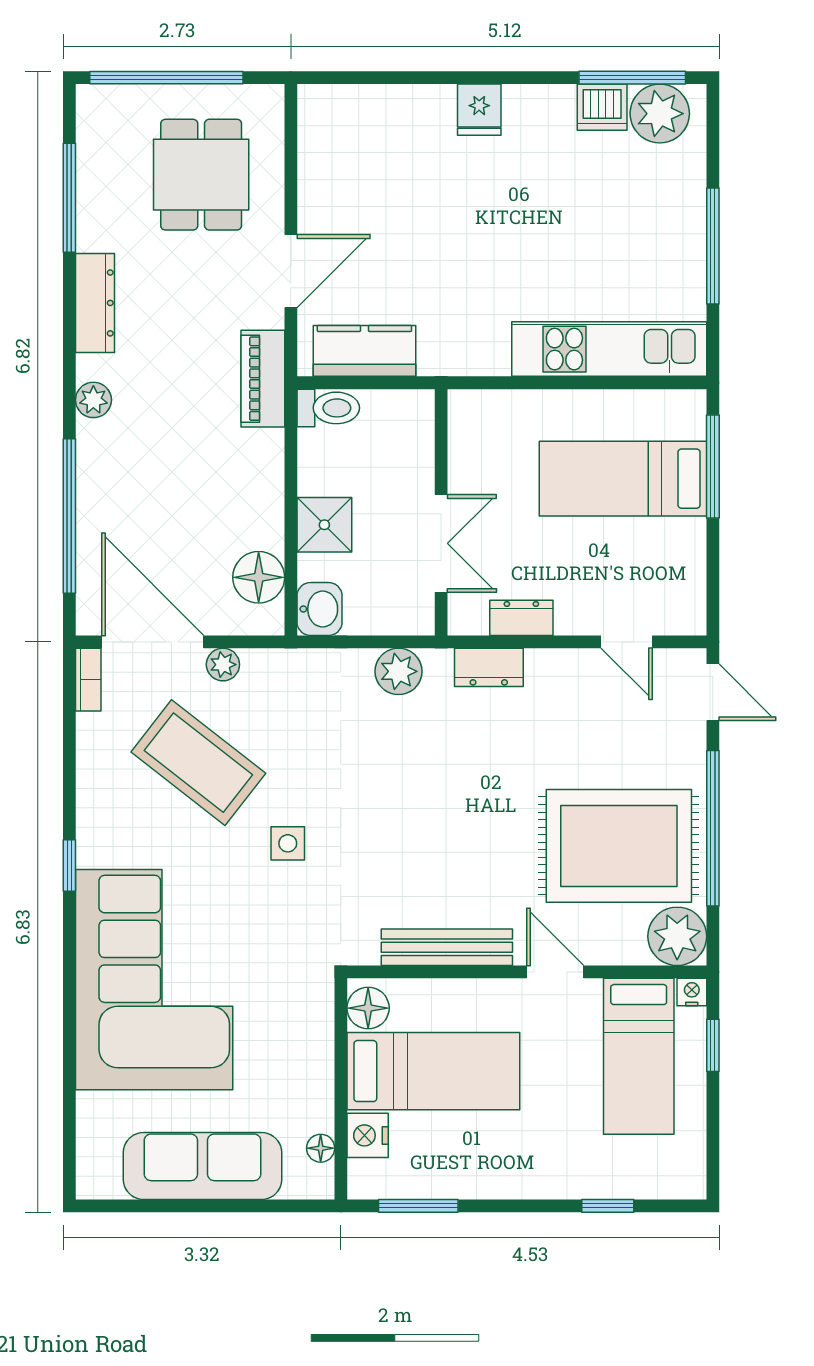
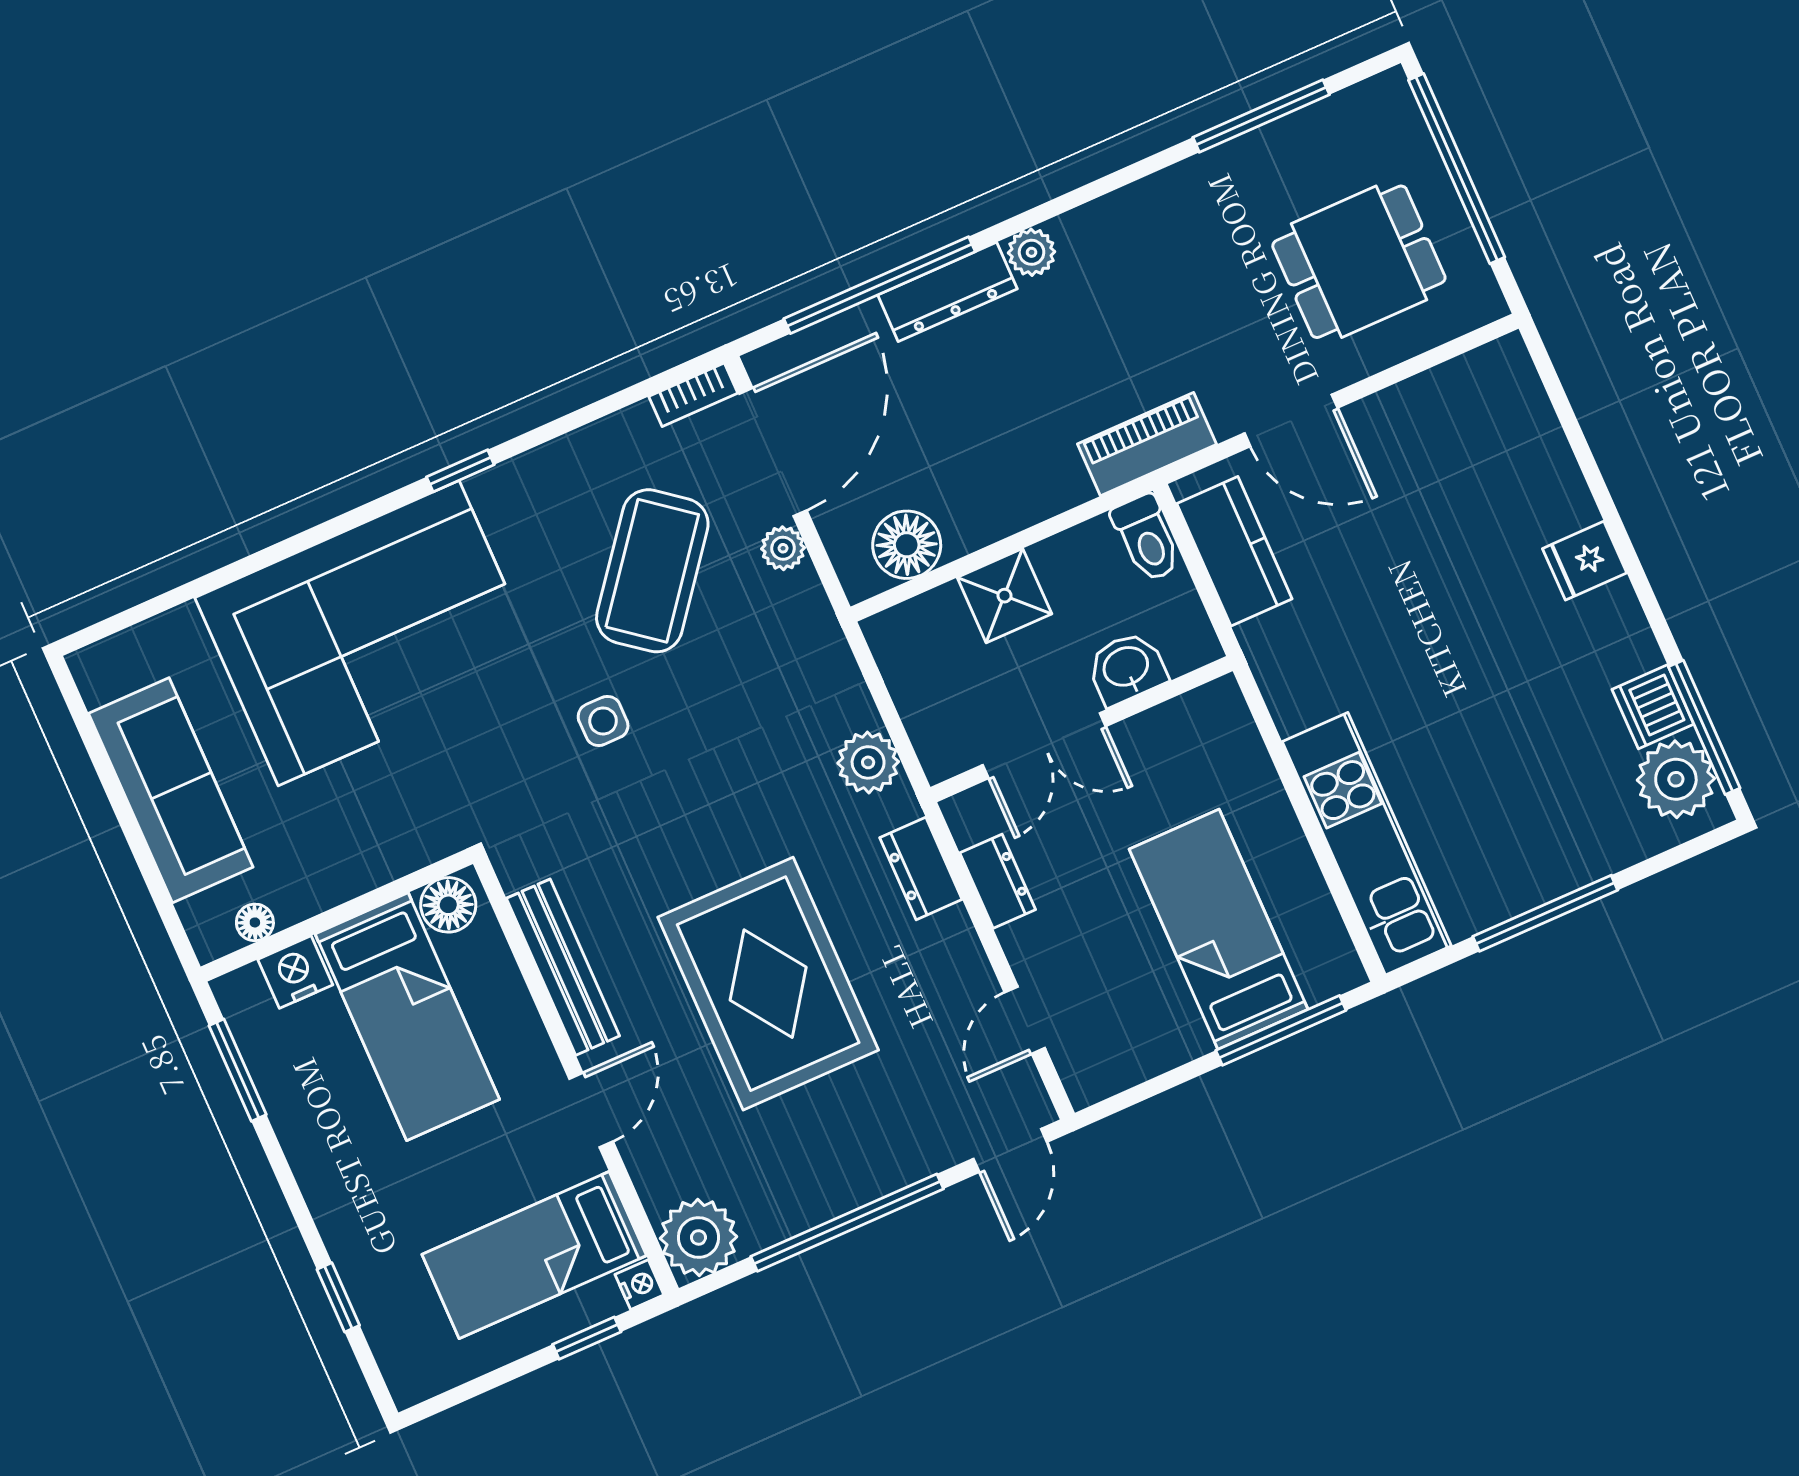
dresser: (95, 303) -> (947, 292), moved
washbasin: (320, 609) -> (1127, 668), moved, turned 180
rug: (619, 846) -> (768, 984), moved

